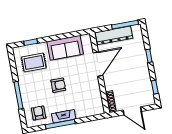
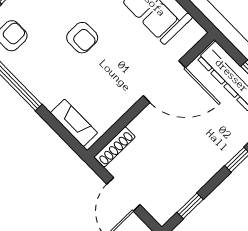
fireplace: (64, 116) -> (74, 123), moved

